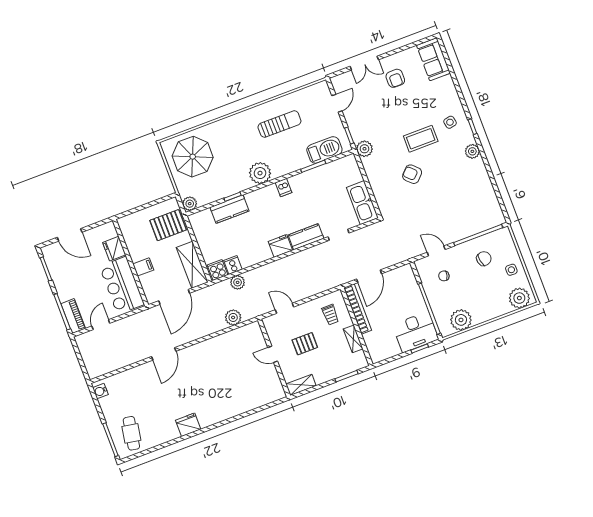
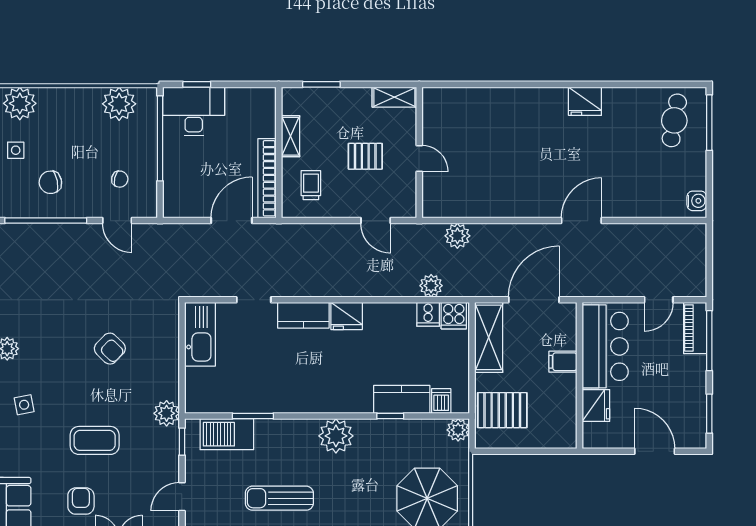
coffee table: (421, 139) -> (95, 440), moved
dishwasher: (284, 188) -> (441, 401), moved

